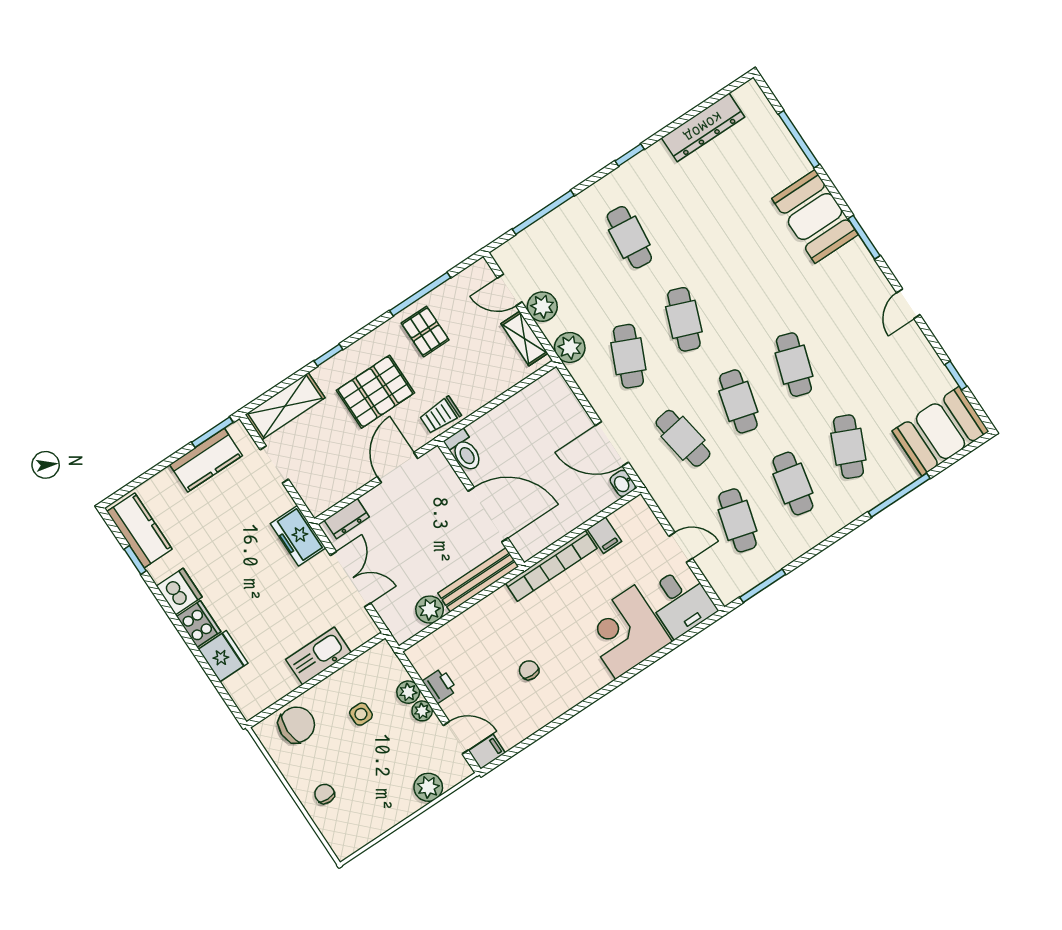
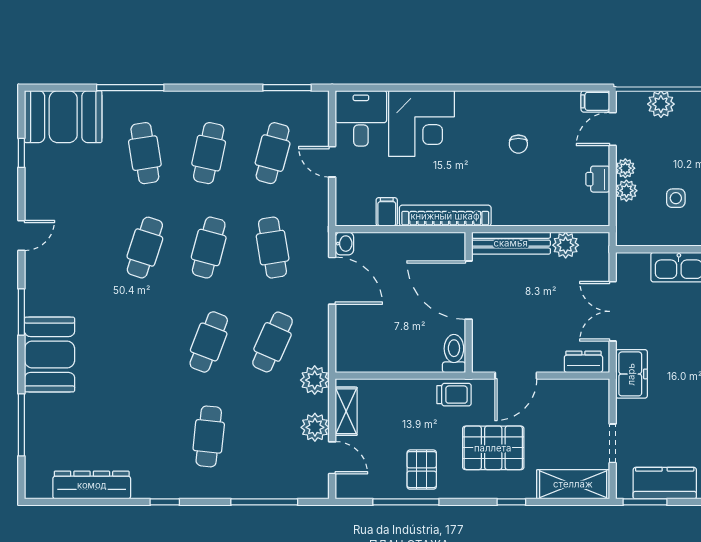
cafe table: (848, 447) -> (145, 153), turned -33
door: (456, 738) -> (613, 129), hinge flipped

